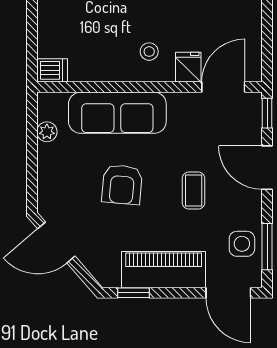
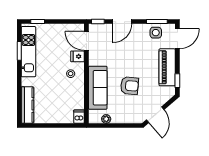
coffee table: (194, 190) -> (132, 54), removed

